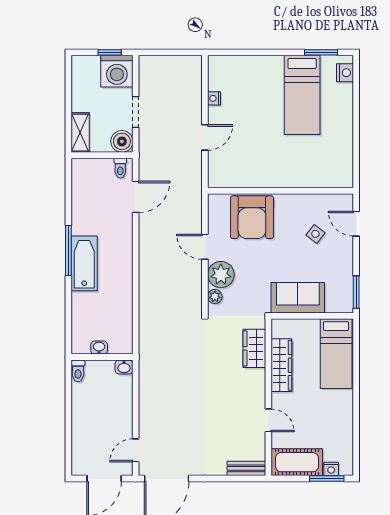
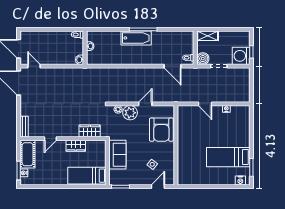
armchair: (252, 217) -> (161, 130), turned -90
wardrobe: (281, 365) -> (76, 146), width x0.67

